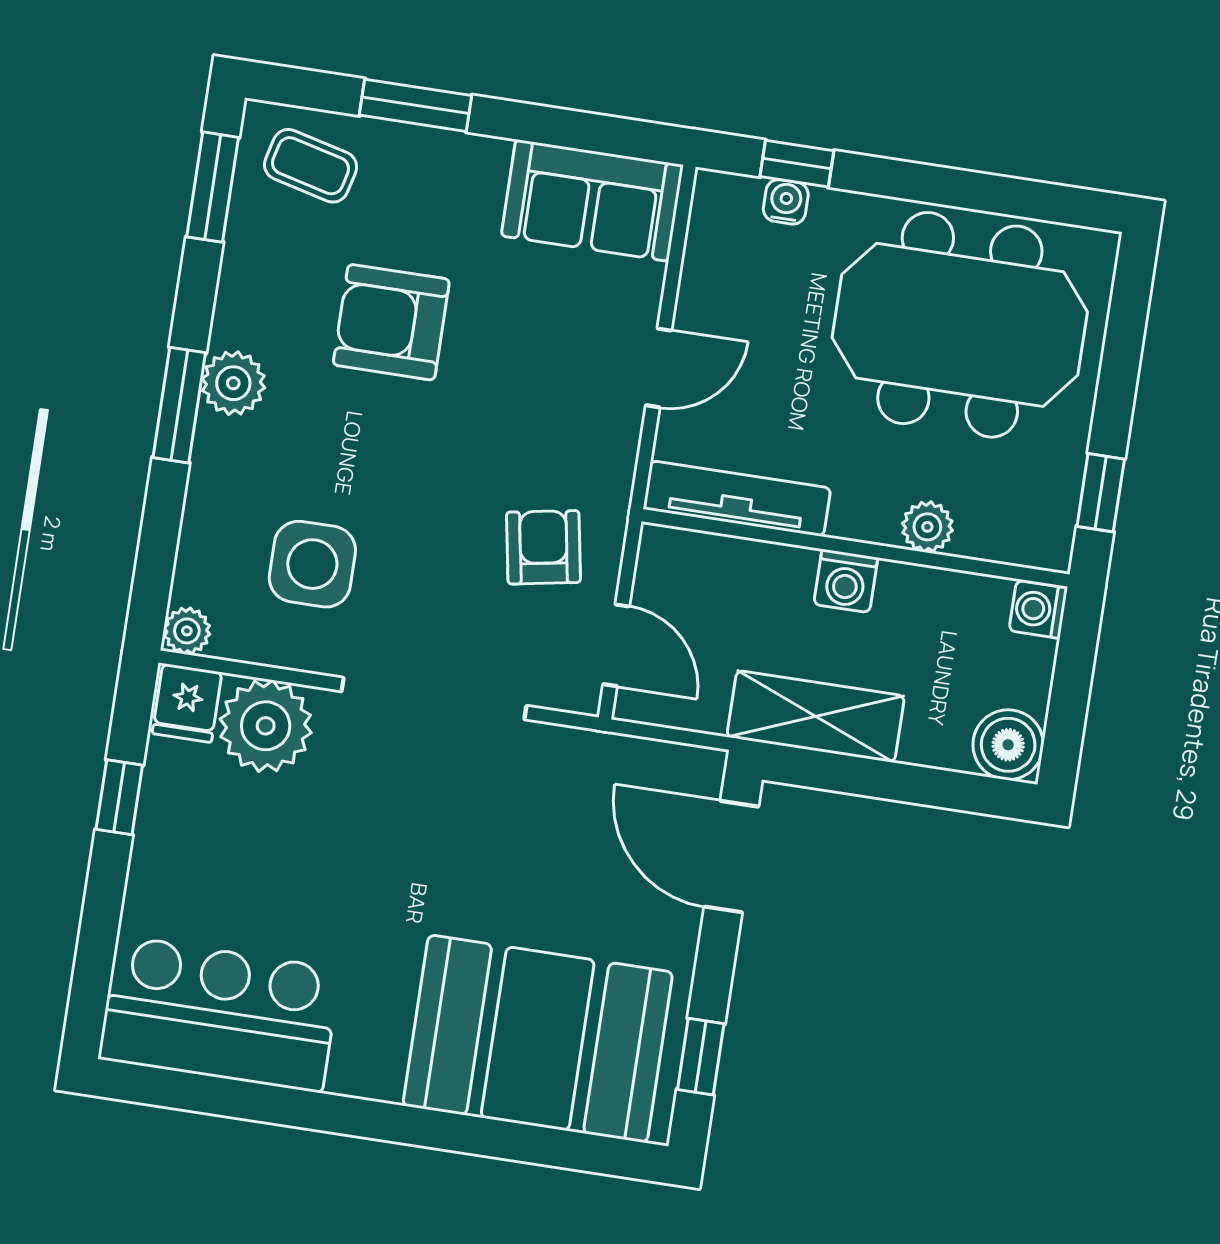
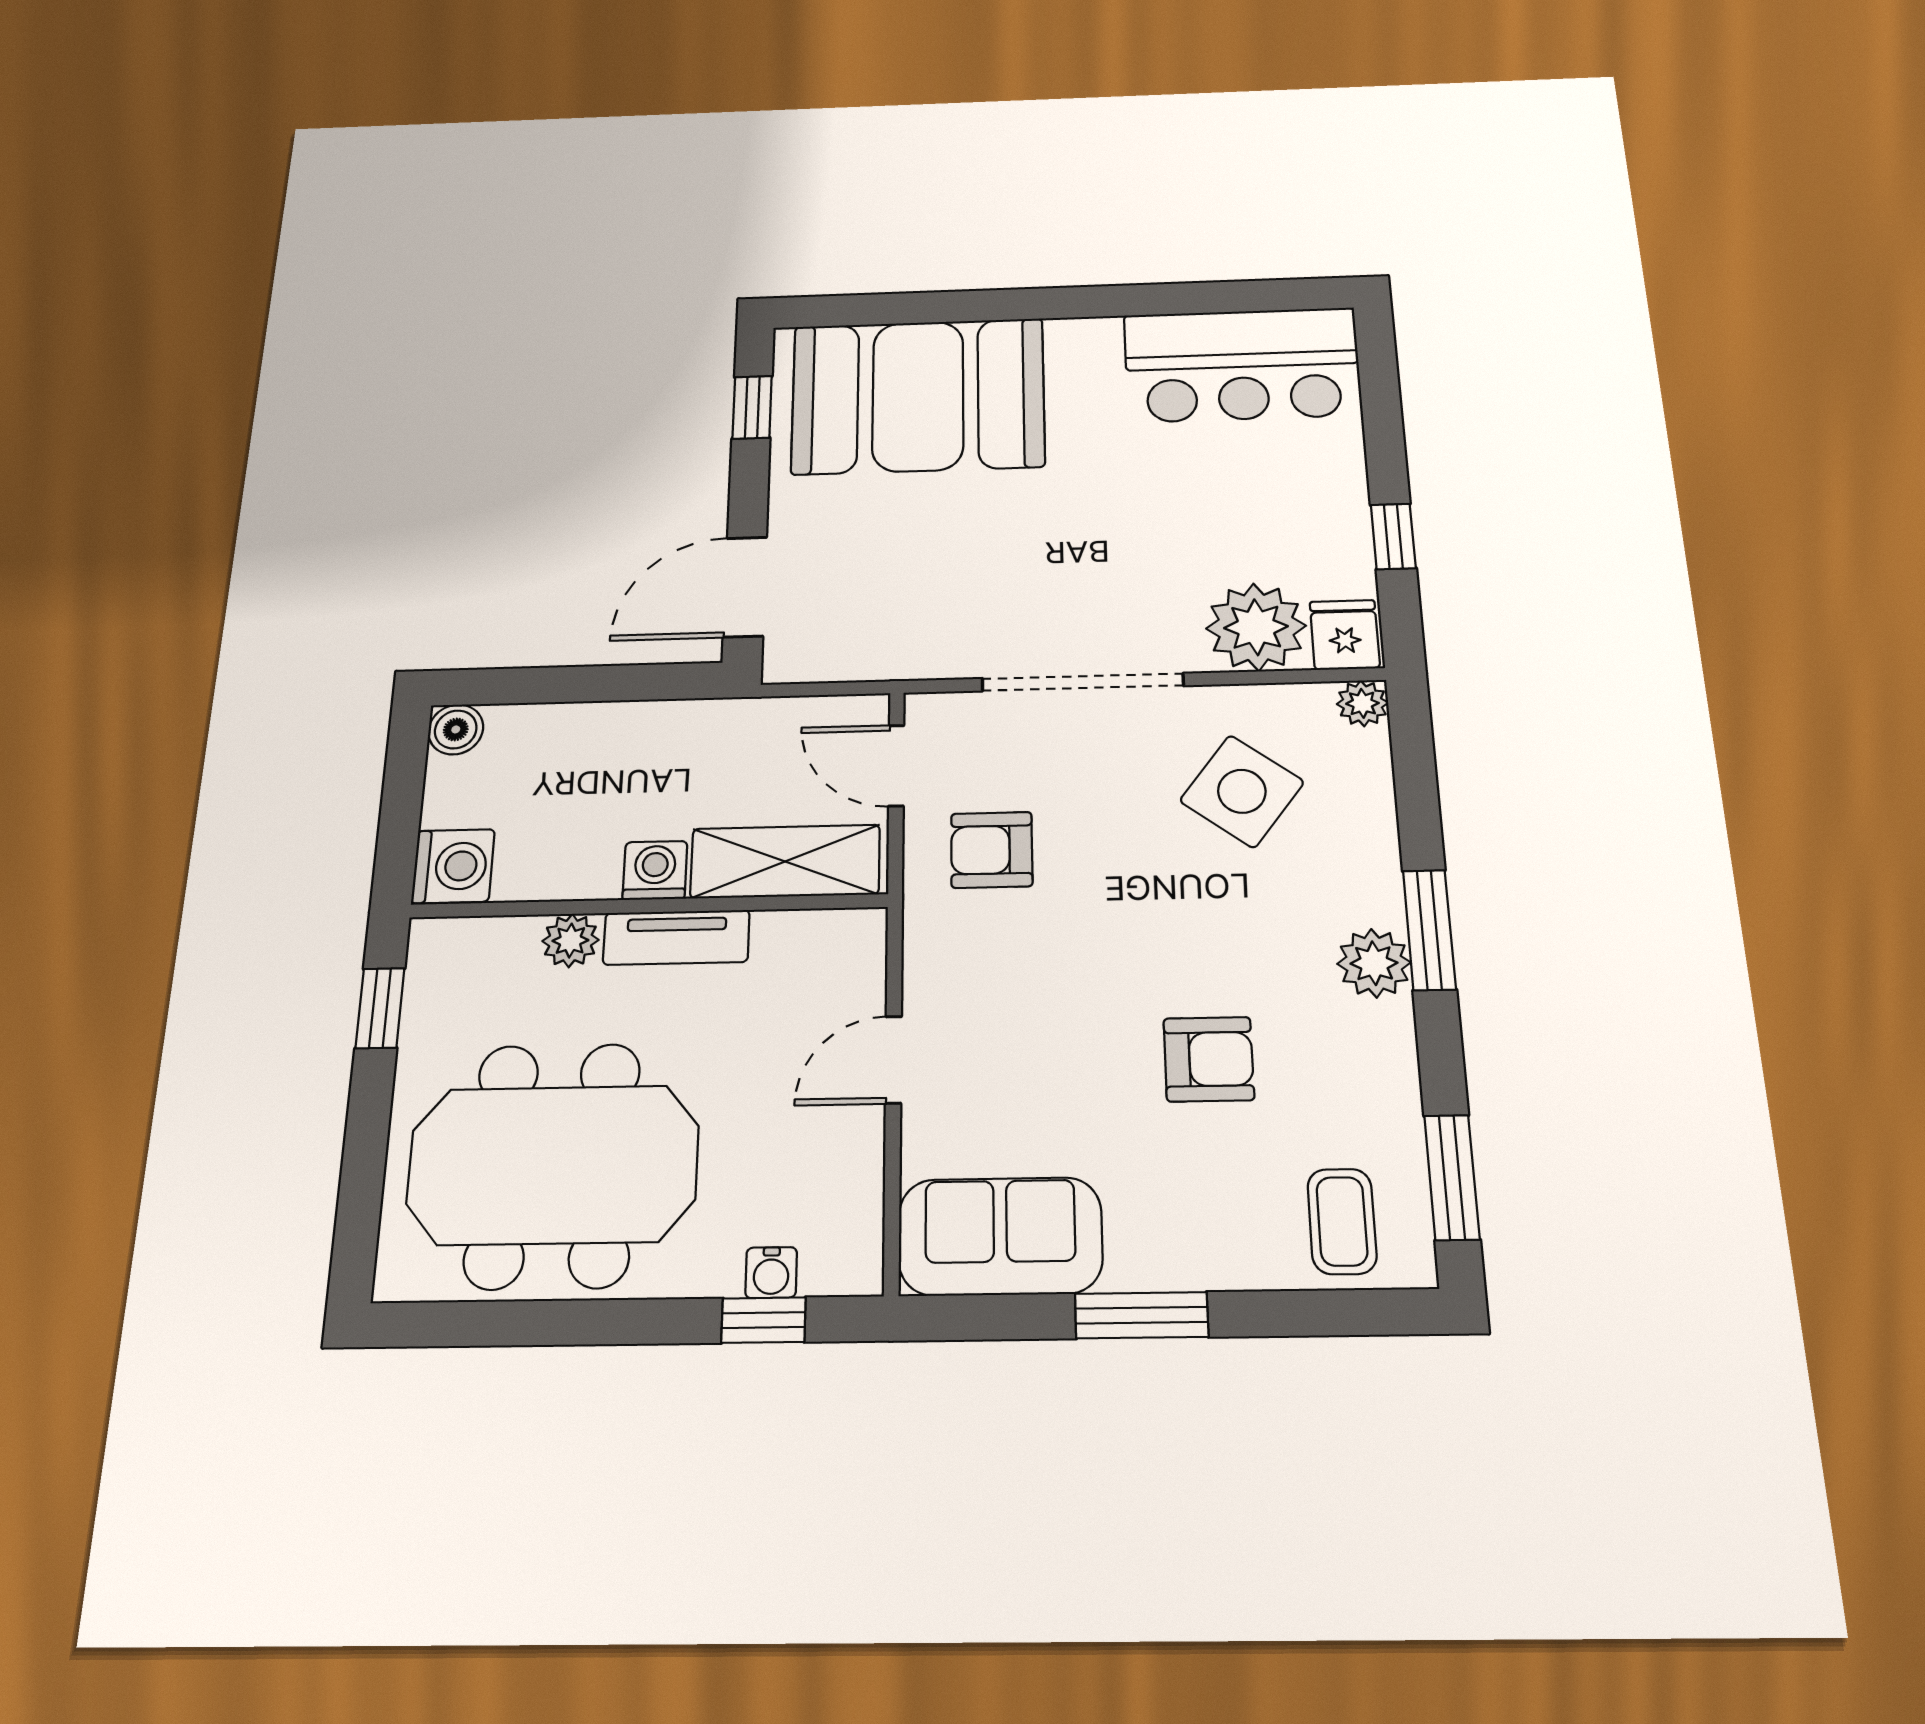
window: (416, 105) -> (1141, 1315), moved
coffee table: (311, 166) -> (1342, 1221), turned 76
armchair: (391, 322) -> (1209, 1059), width x0.72, depth x0.72
tv unit: (737, 499) -> (676, 937), moved, width x0.71
armchair: (544, 547) -> (992, 850), turned 100
side table: (312, 564) -> (1242, 791), turned 37
washing machine: (1038, 609) -> (453, 866), width x1.38, depth x1.38
shelving: (816, 716) -> (785, 861), moved
boiler: (1008, 745) -> (456, 729), width x0.73, depth x0.73
door: (731, 857) -> (745, 587), swing flipped

